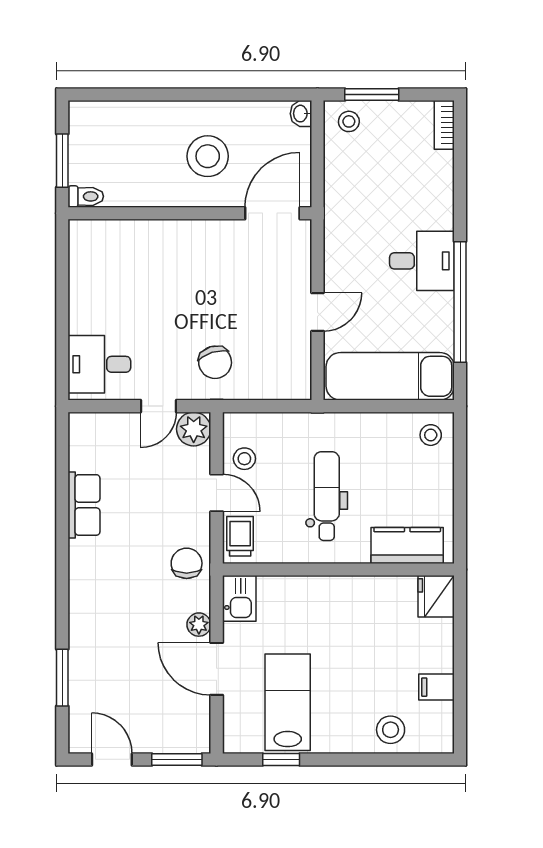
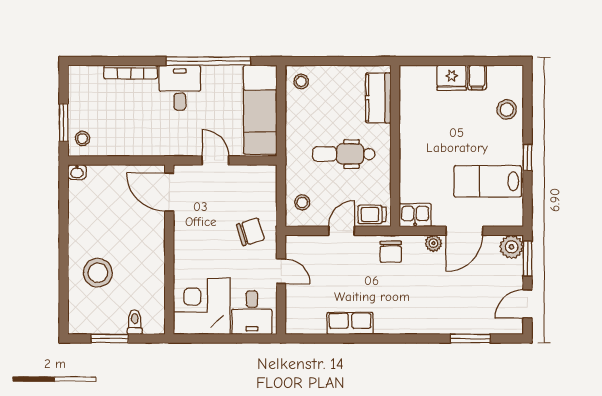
bookcase: (444, 125) -> (131, 72), moved, width x1.56
stool: (208, 156) -> (98, 273), moved
wall: (190, 213) -> (169, 249), moved
door: (272, 213) -> (169, 192), moved
corner desk: (109, 293) -> (202, 306), added
plant: (194, 429) -> (512, 247), moved
stool: (244, 459) -> (302, 202), moved
chair: (187, 563) -> (391, 252), turned -90
fridge: (436, 596) -> (452, 78), moved
window: (281, 759) -> (527, 157), moved

